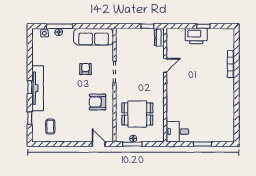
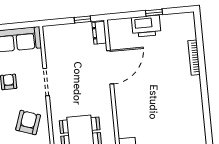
door: (165, 65) -> (110, 67), width x1.87
armchair: (98, 102) -> (28, 123), turned 109

